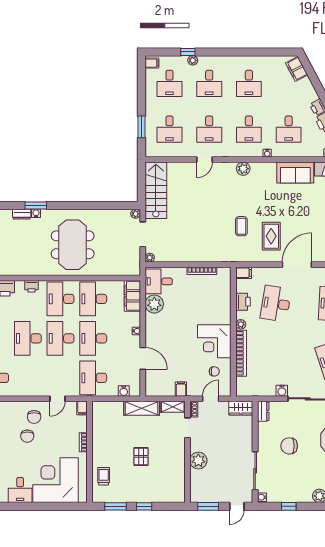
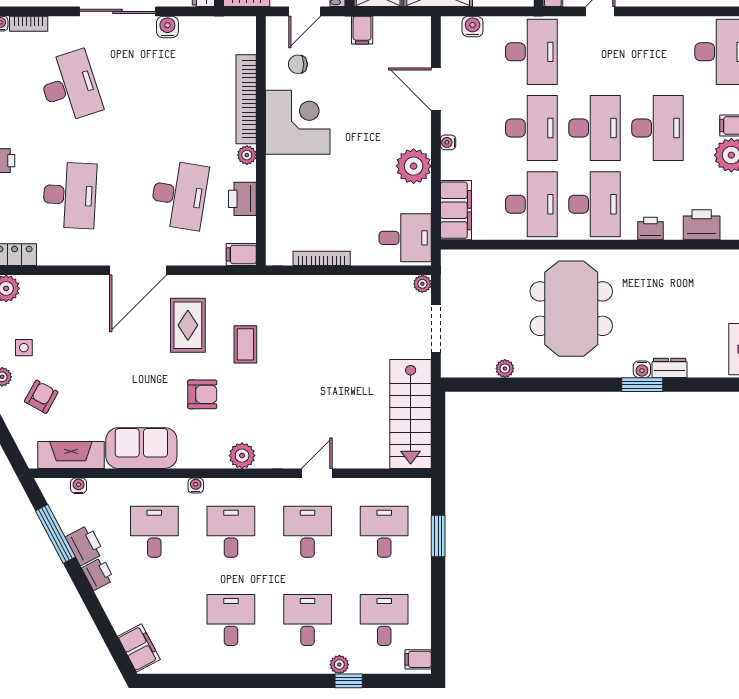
armchair: (264, 200) -> (202, 394), added
plant: (136, 214) -> (505, 368), moved
plant: (154, 304) -> (414, 166), moved

